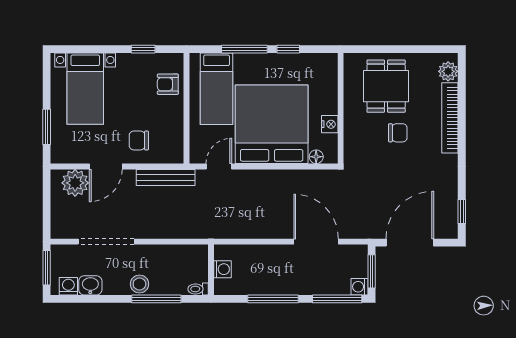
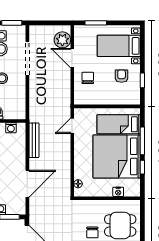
armchair: (168, 84) -> (122, 76), moved
bed: (272, 124) -> (117, 156), moved, turned 180
nightstand: (330, 124) -> (118, 192), moved
door: (219, 166) -> (72, 126), swing flipped
bench: (166, 177) -> (34, 140), moved

